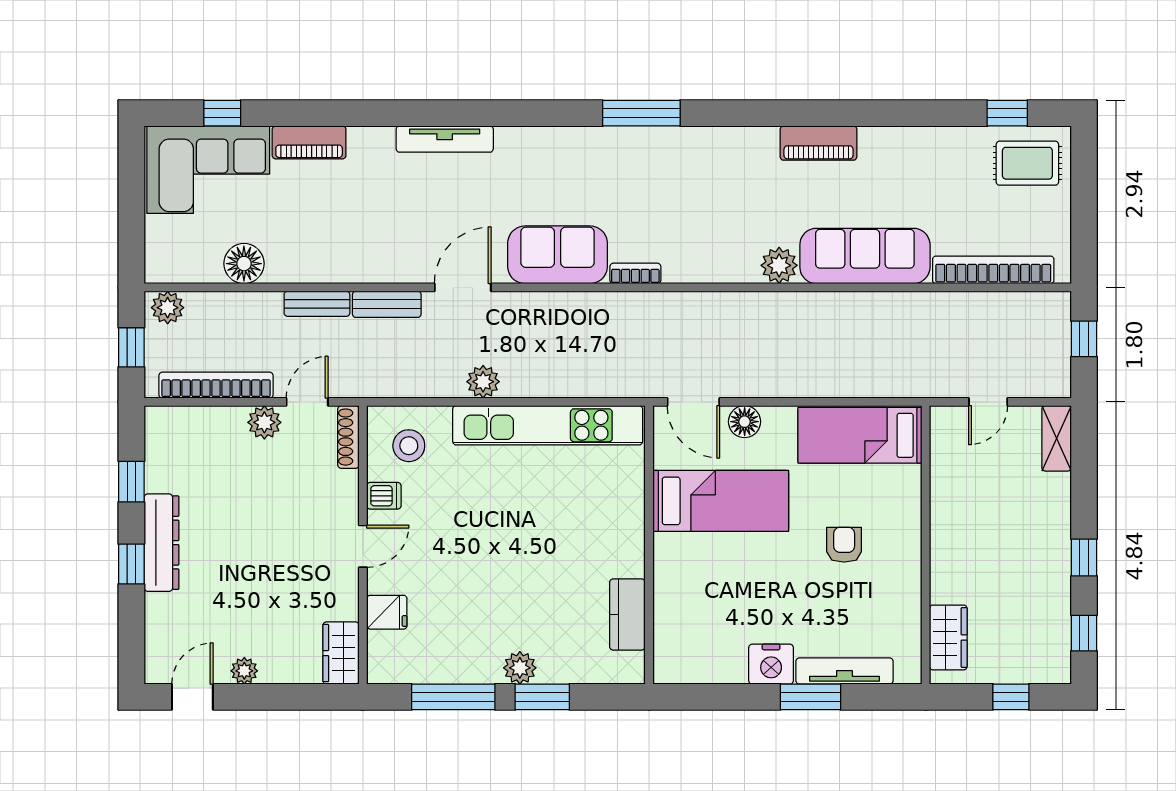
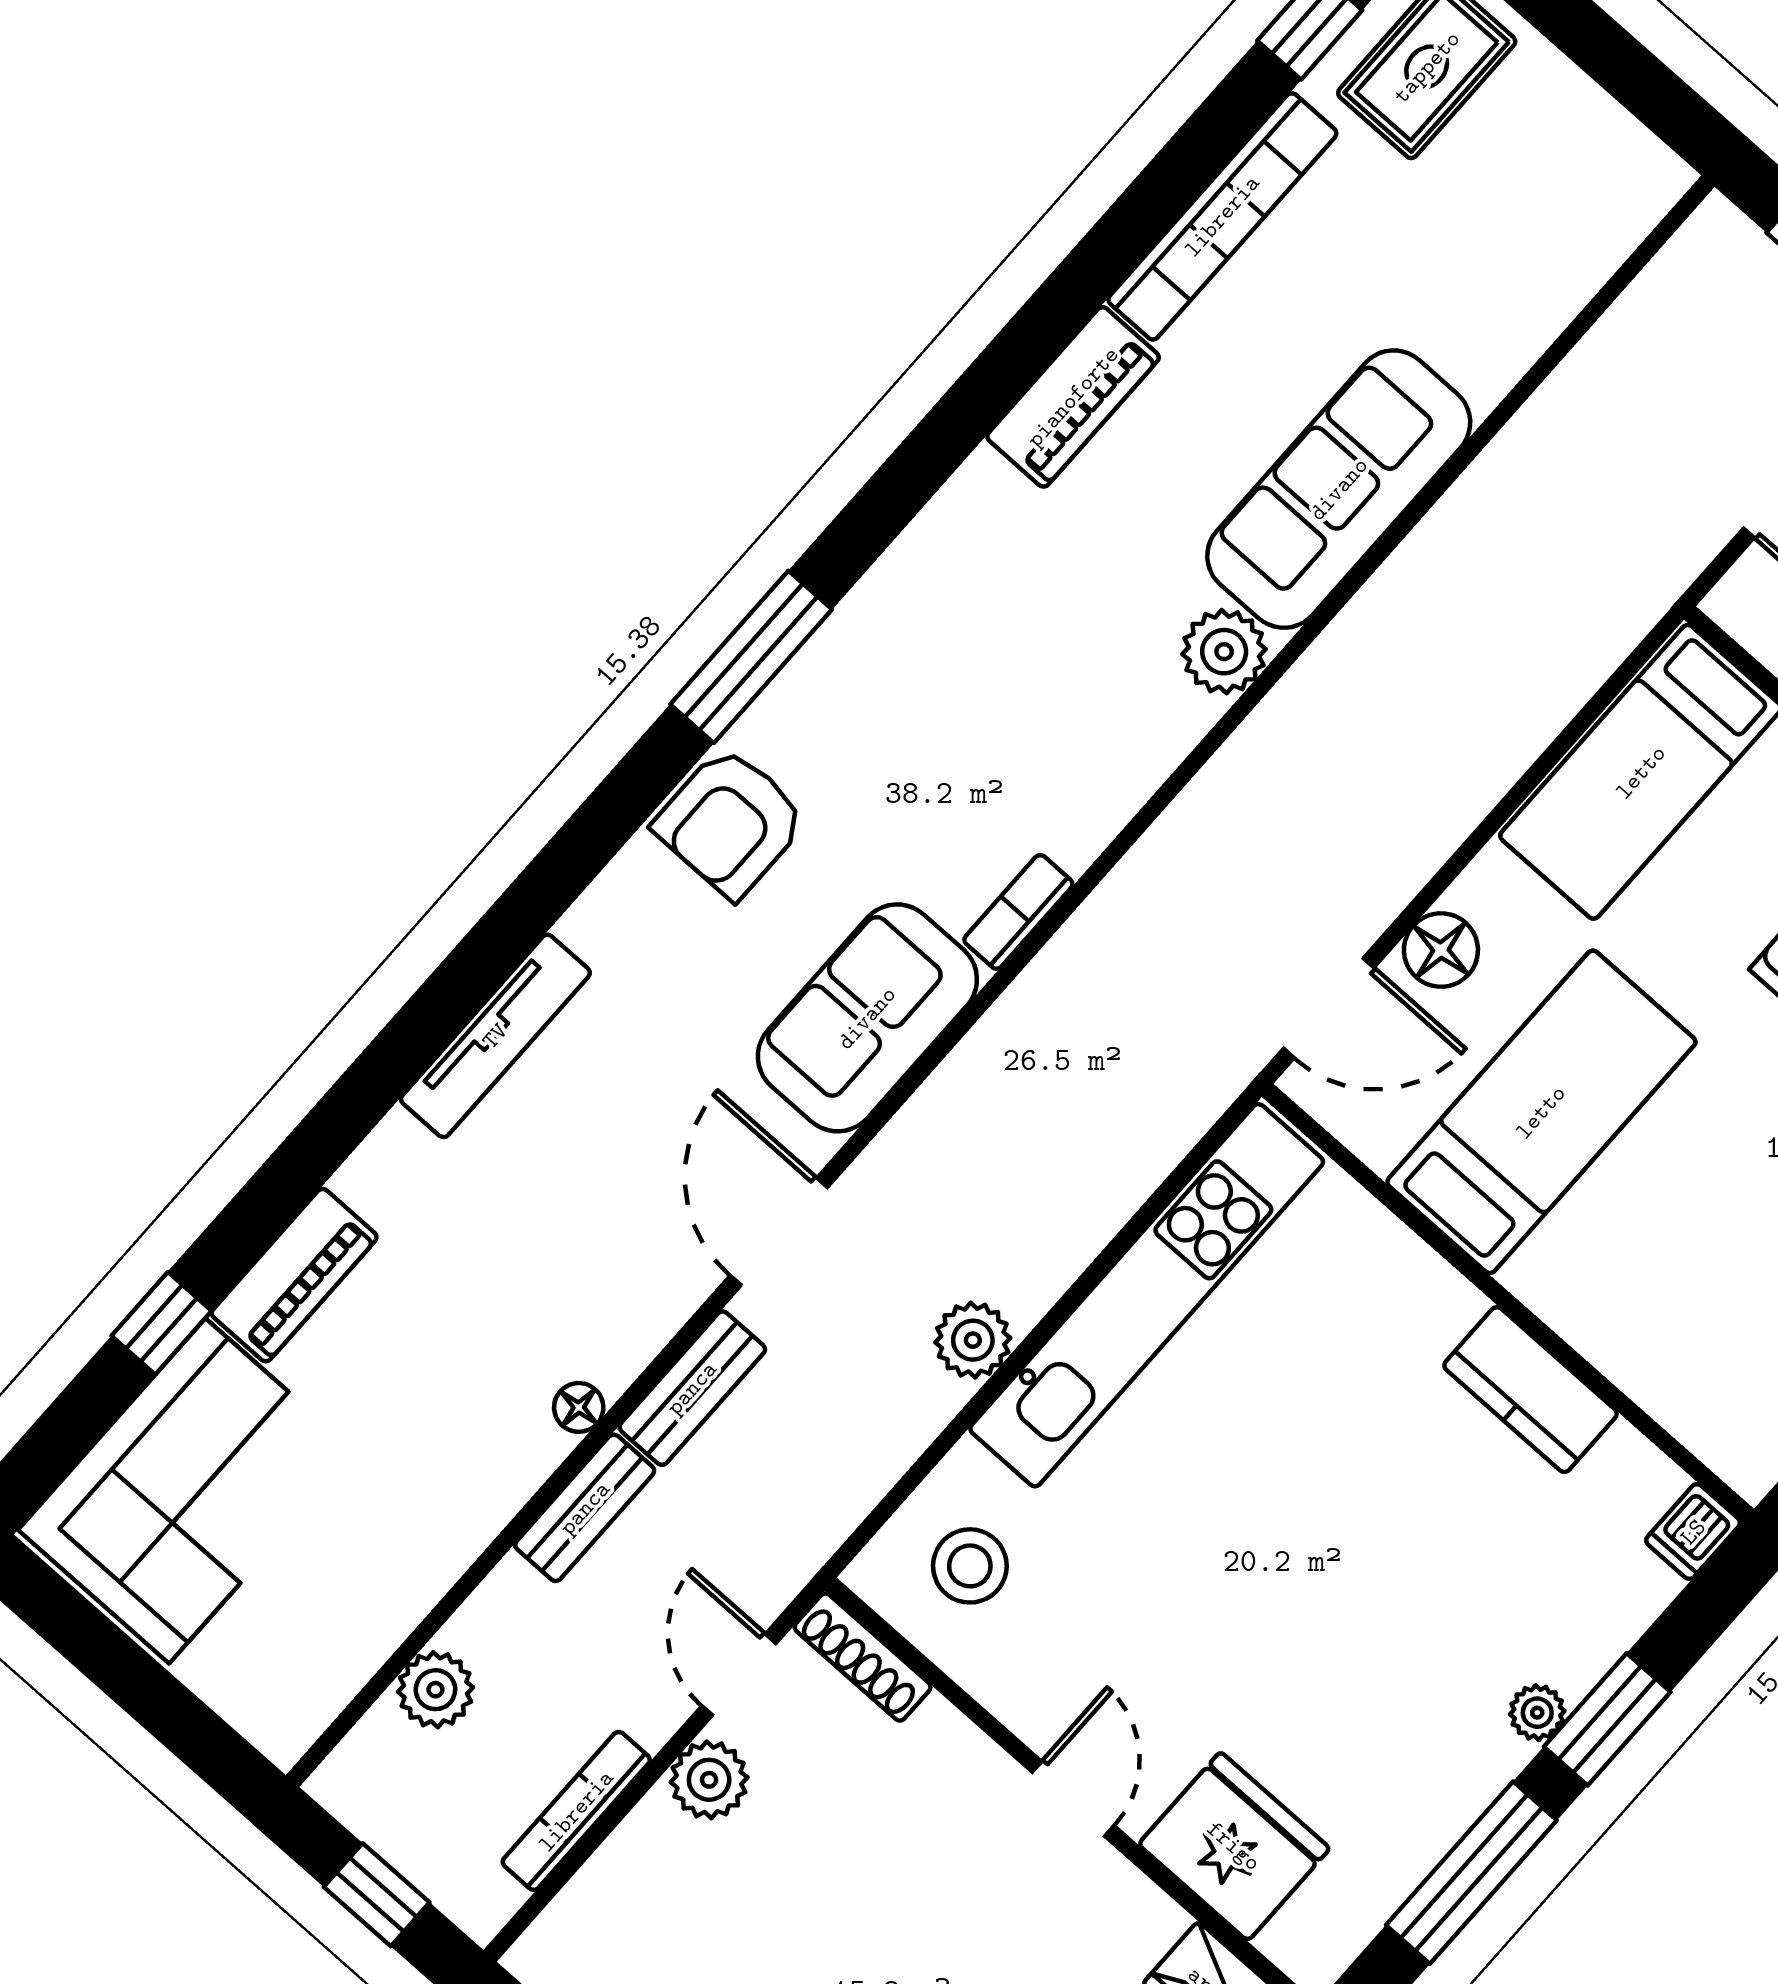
window: (222, 113) -> (162, 1323), moved
armchair: (582, 154) -> (730, 822), added
floor lamp: (244, 264) -> (579, 1407), moved, width x0.53, depth x0.53
bookcase: (993, 270) -> (1222, 216), moved, turned 180
plant: (168, 308) -> (435, 1690), moved
bookcase: (216, 385) -> (576, 1811), width x0.68, depth x0.76
dishwasher: (384, 496) -> (1693, 1532), moved, turned 180
fridge: (387, 612) -> (1234, 1846), width x1.88, depth x1.34
kitchen counter: (627, 614) -> (1531, 1390), moved
plant: (520, 668) -> (1537, 1713), width x0.73, depth x0.73

